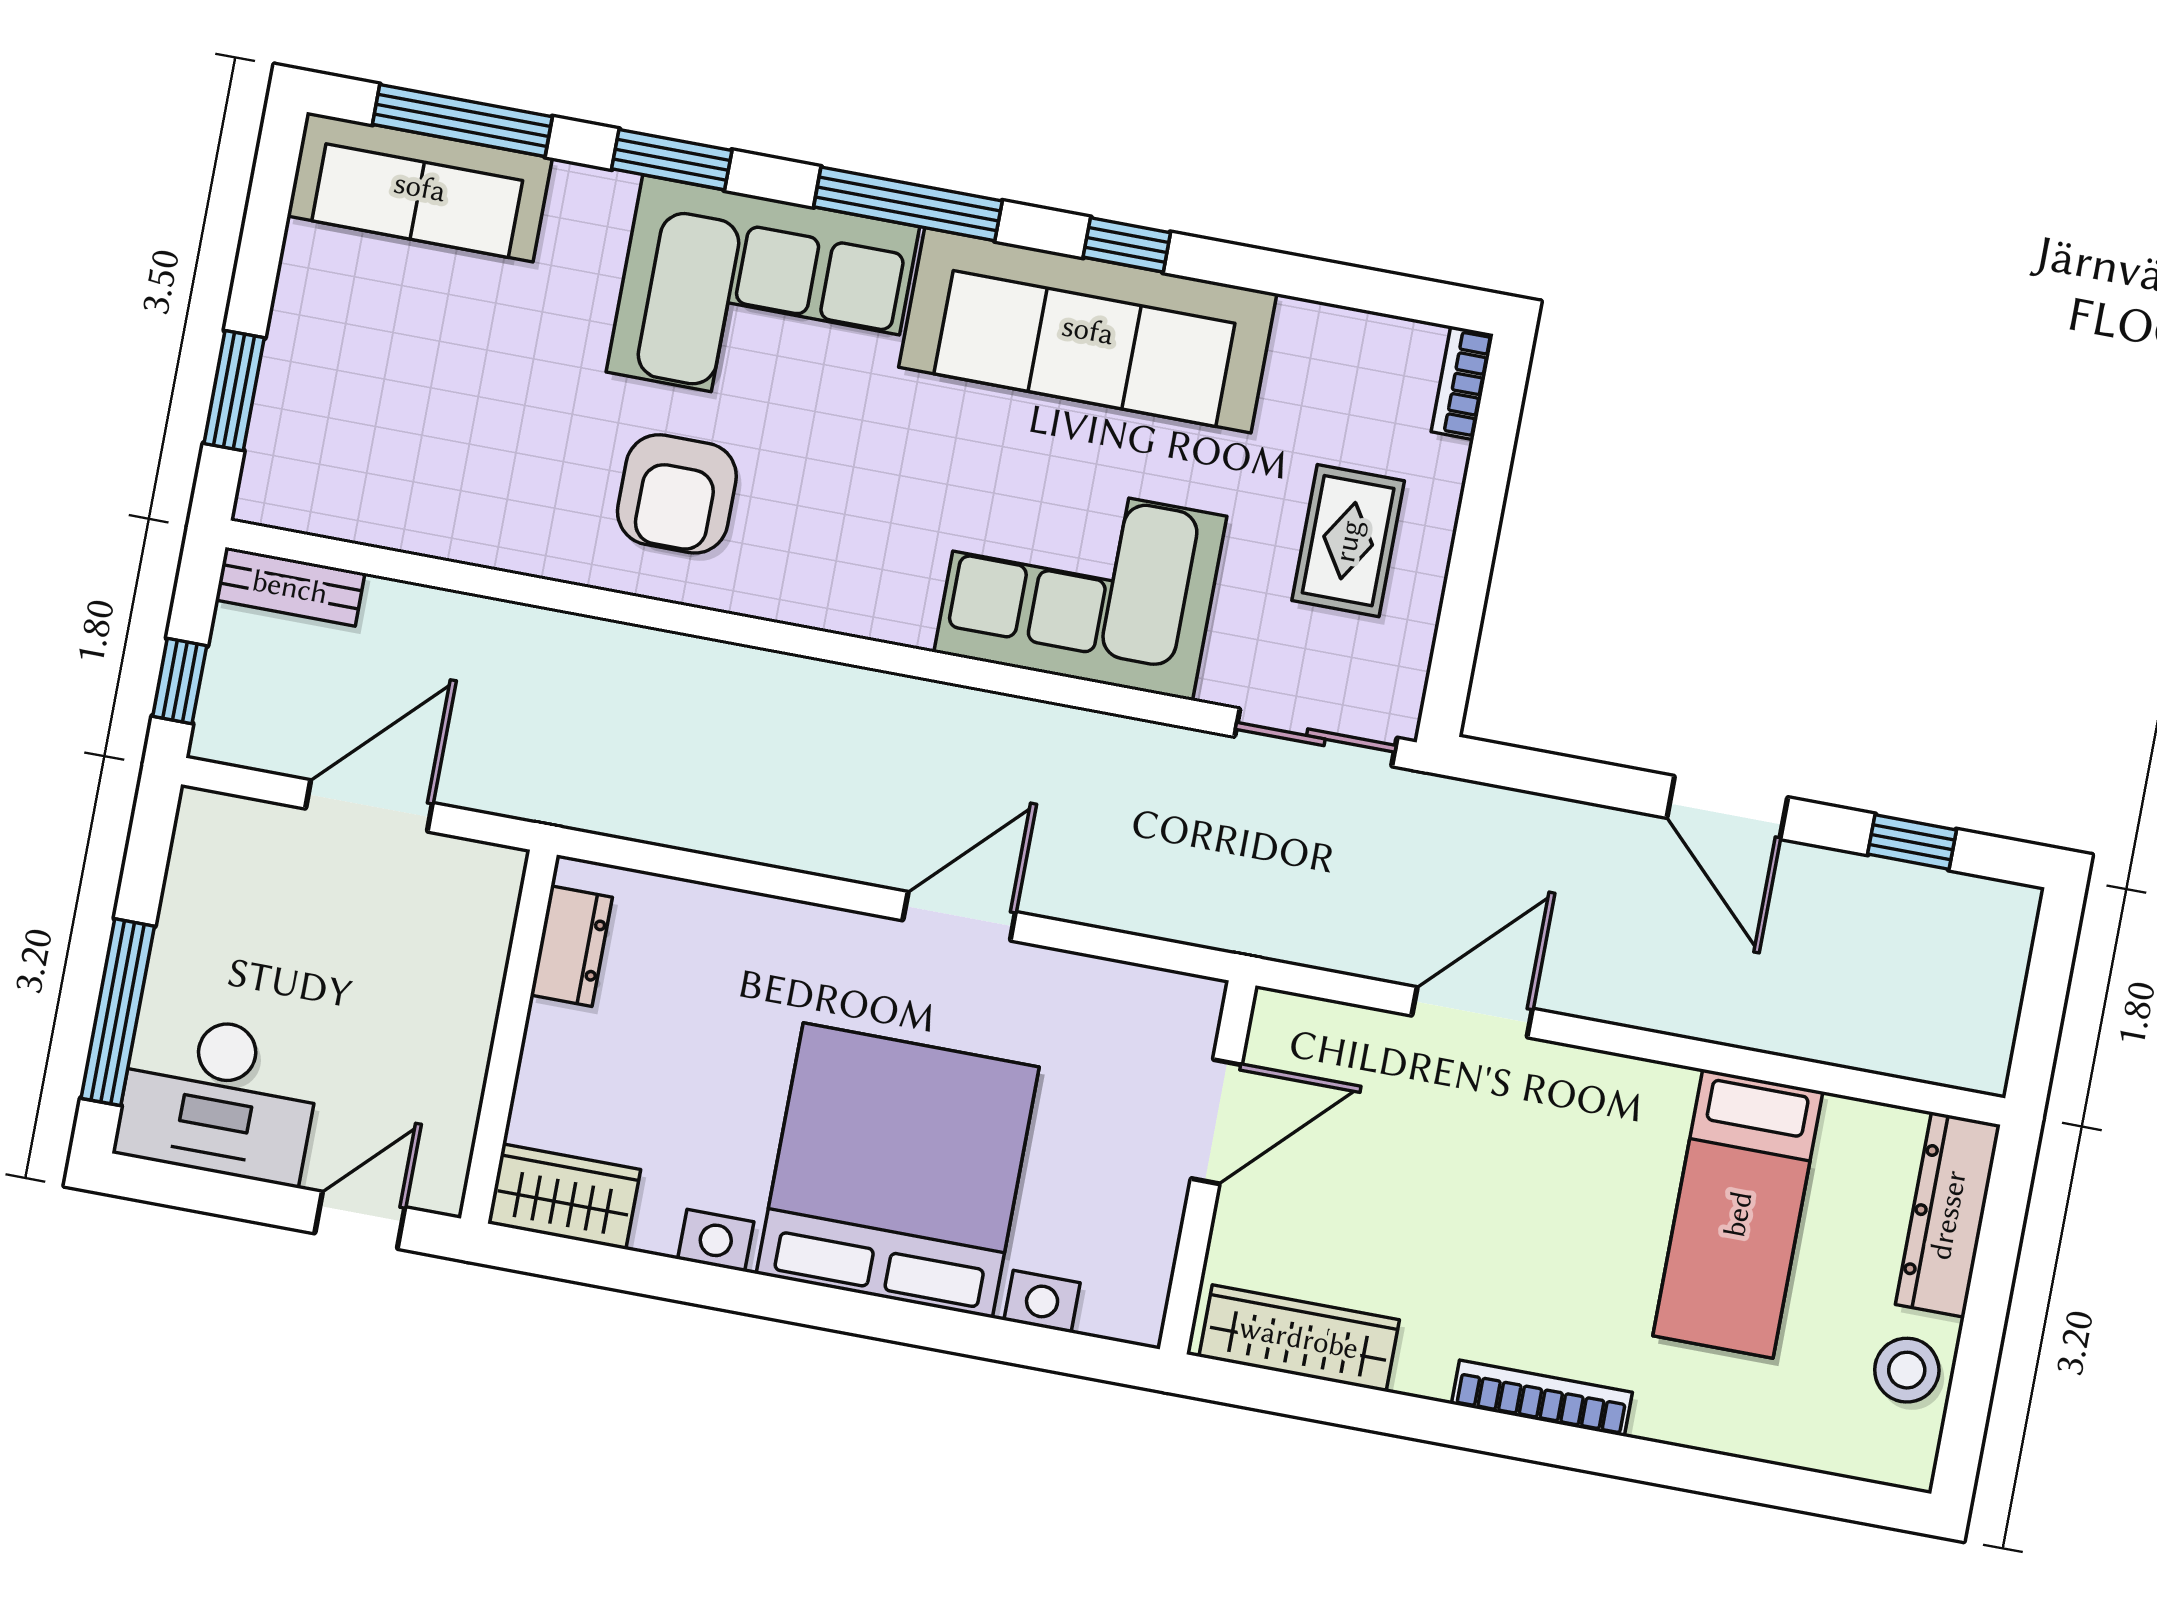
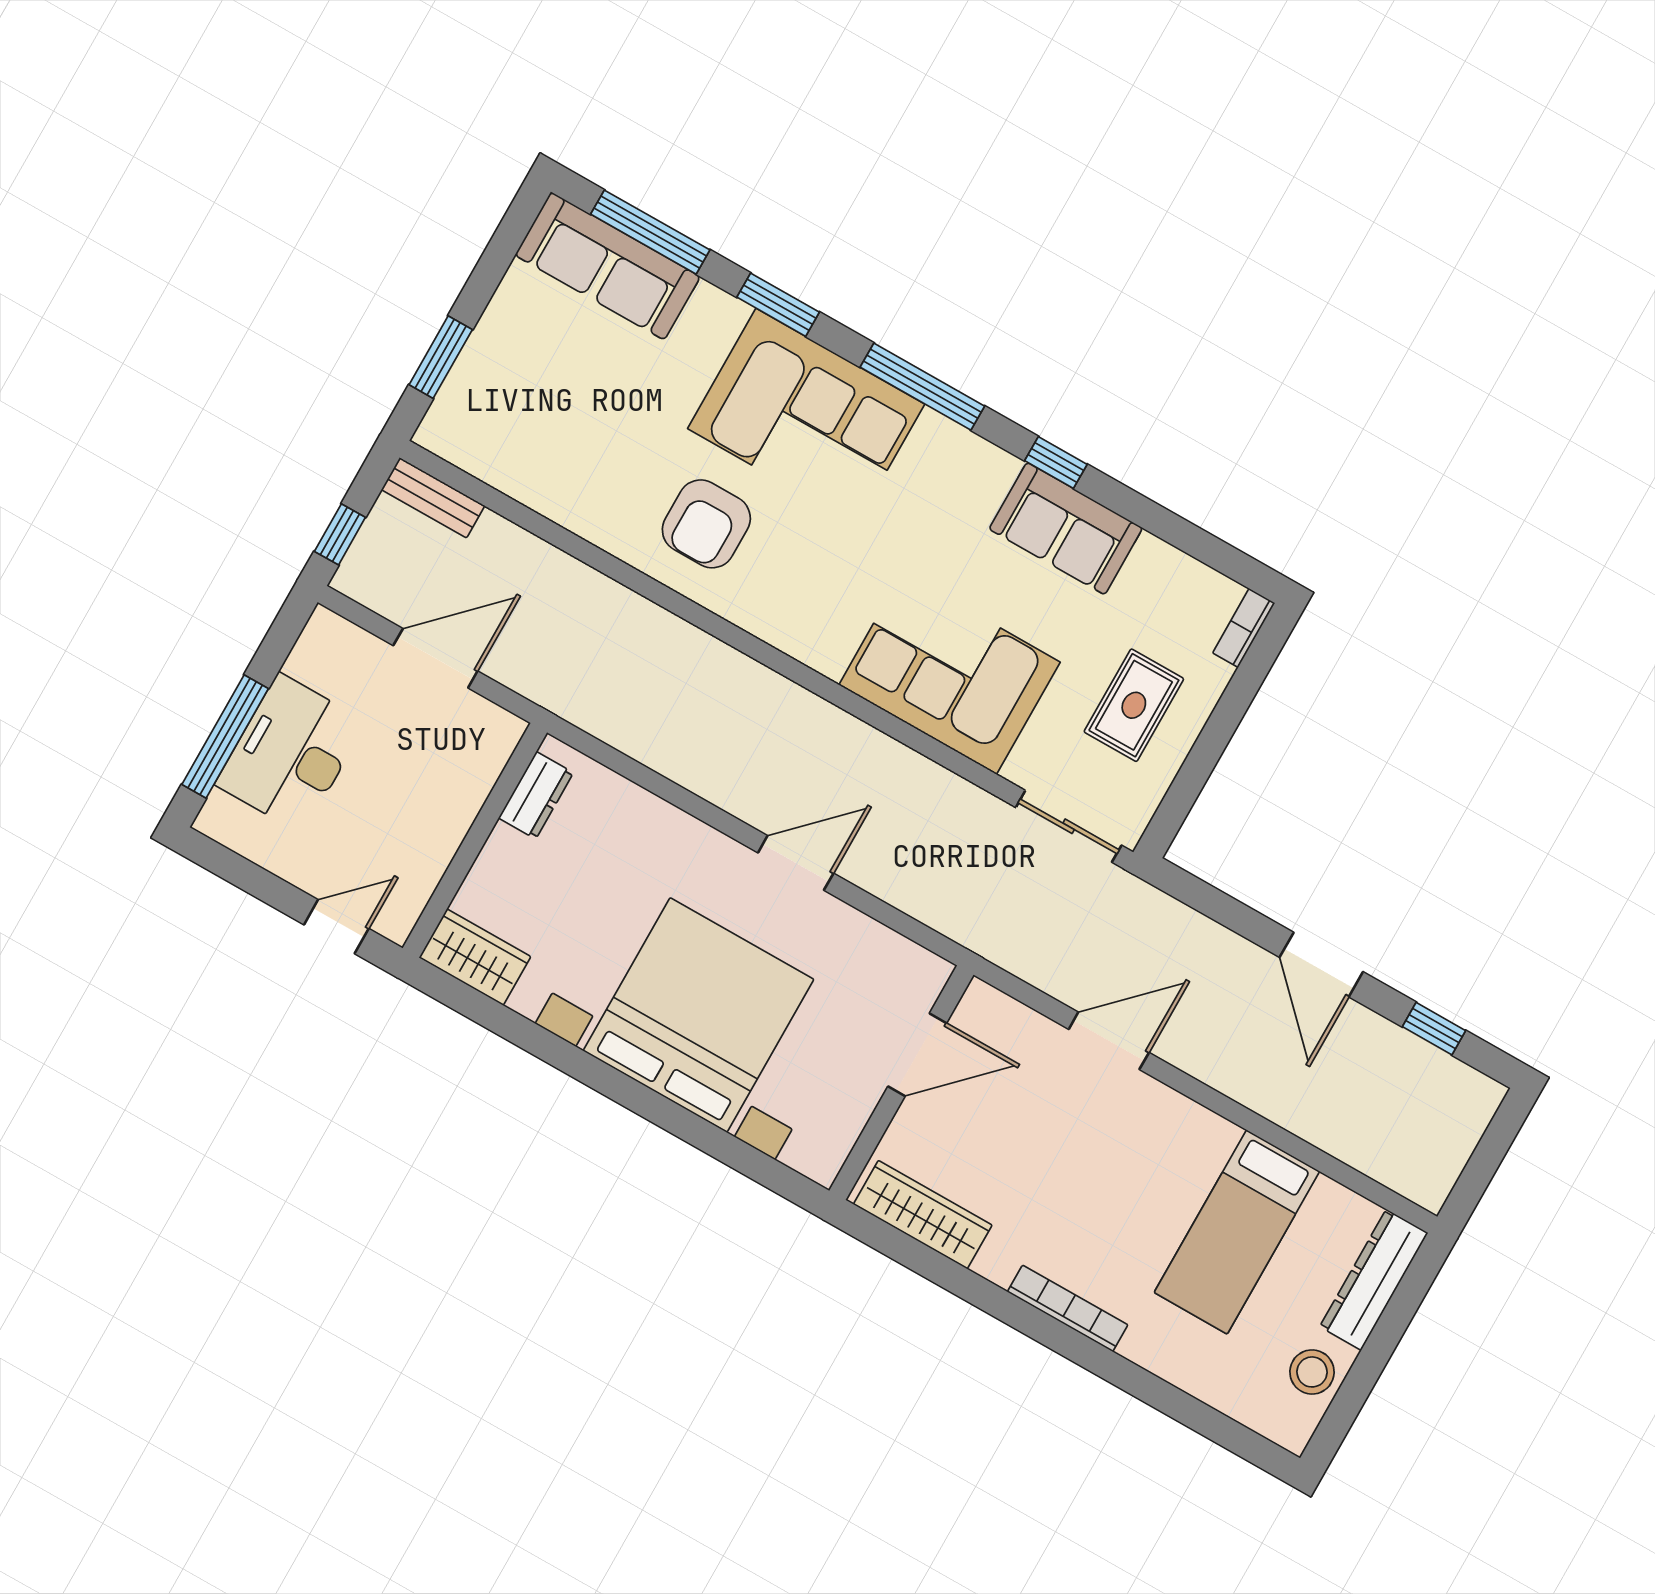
sofa: (1088, 330) -> (1066, 529), width x0.54, depth x0.79
desk: (219, 1098) -> (291, 753), moved, turned 90

